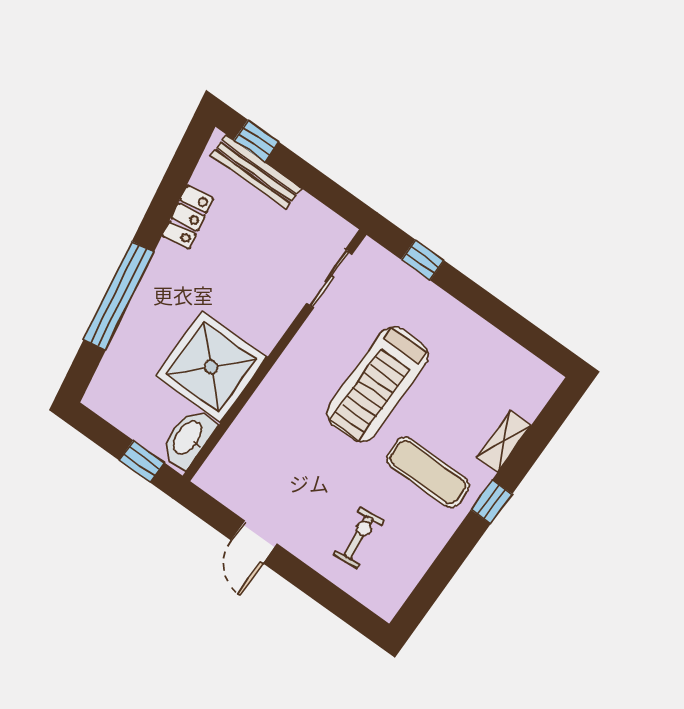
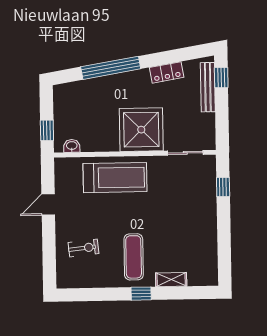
shower: (211, 367) -> (141, 130), moved
treadmill: (378, 384) -> (115, 178), moved, turned 180
washbasin: (188, 438) -> (72, 146), width x0.52, depth x0.69

